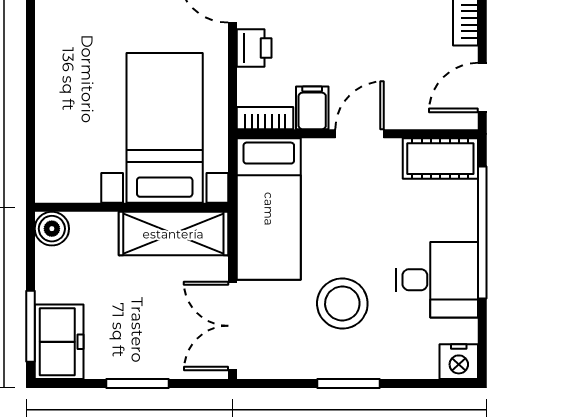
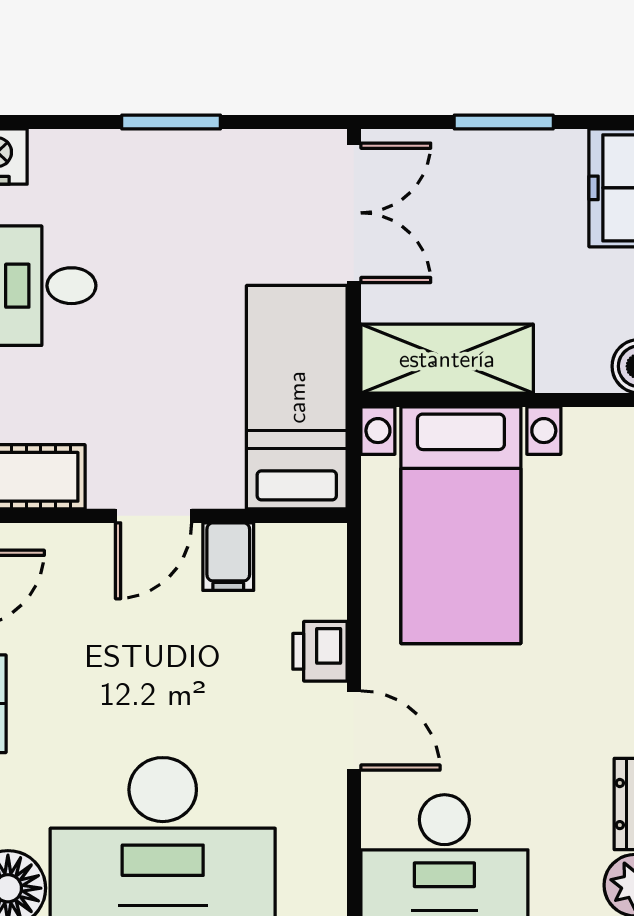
bookcase: (265, 118) -> (303, 541), removed
stool: (342, 303) -> (181, 248), removed

